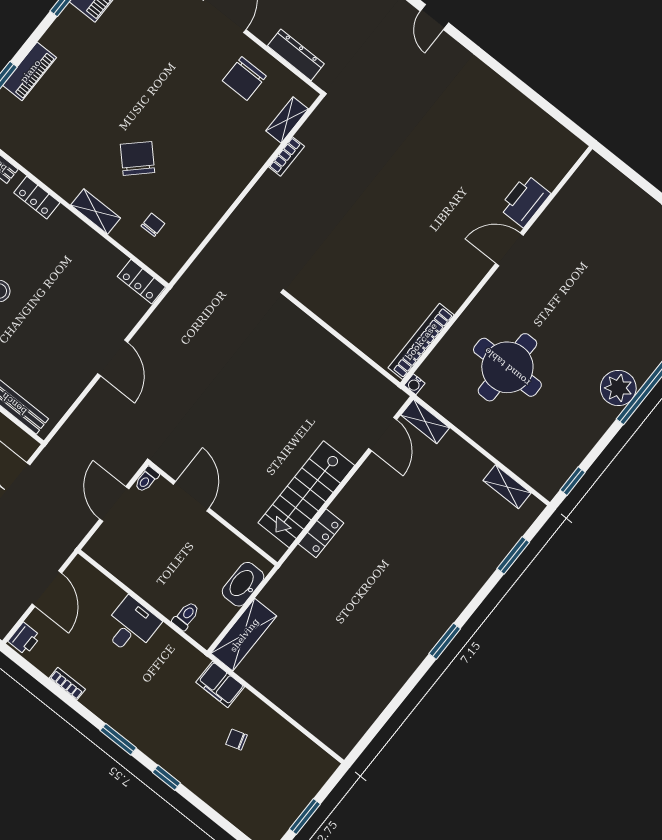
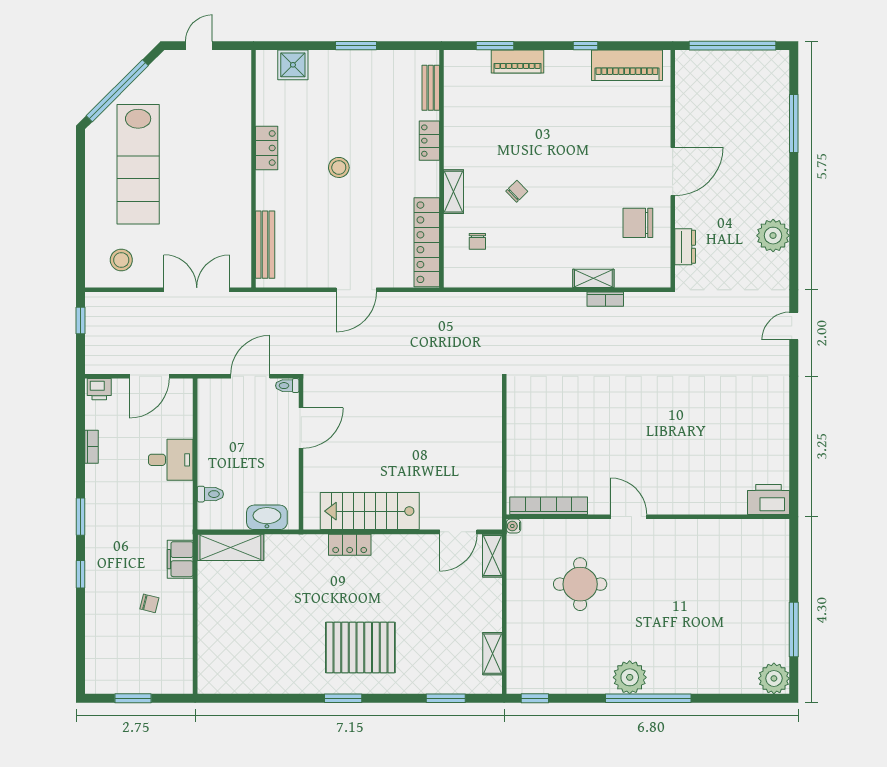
dresser: (296, 55) -> (685, 247), width x0.70
shelving: (287, 120) -> (593, 278), moved
chair: (137, 158) -> (517, 191), width x0.54, depth x0.54
printer: (525, 201) -> (768, 500), moved
chair: (153, 225) -> (477, 241), turned 90
door: (509, 249) -> (629, 517), moved
locker: (141, 282) -> (427, 242), width x2.16, depth x1.21
round table: (507, 367) -> (580, 584), width x0.73, depth x0.73
pallet: (414, 593) -> (360, 647), added
chair: (237, 740) -> (149, 603), turned 121

